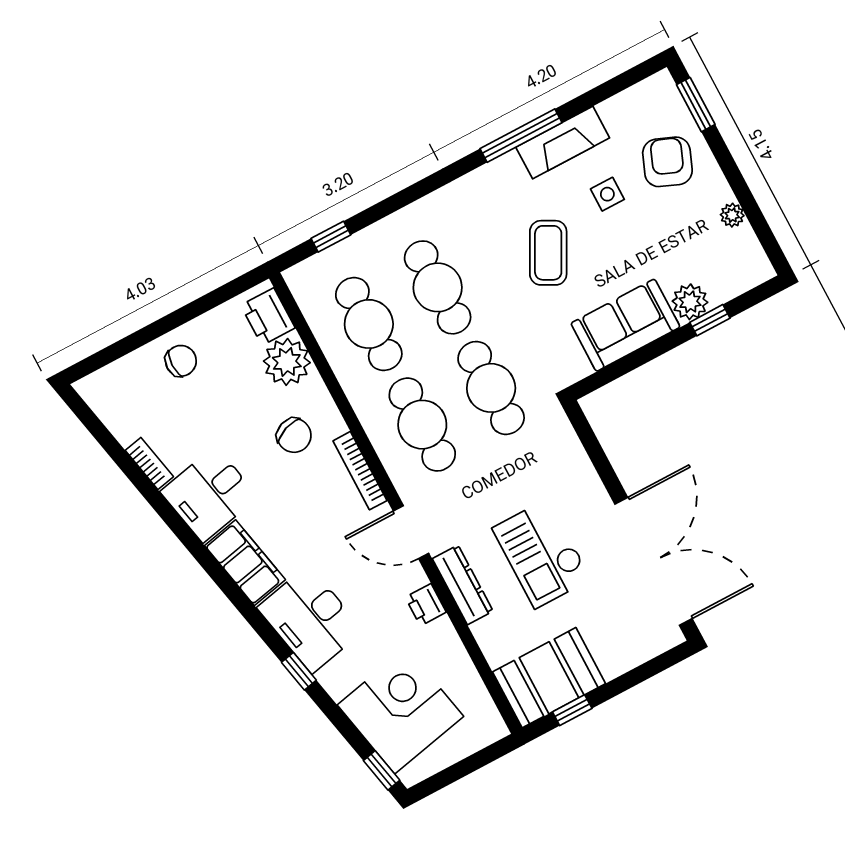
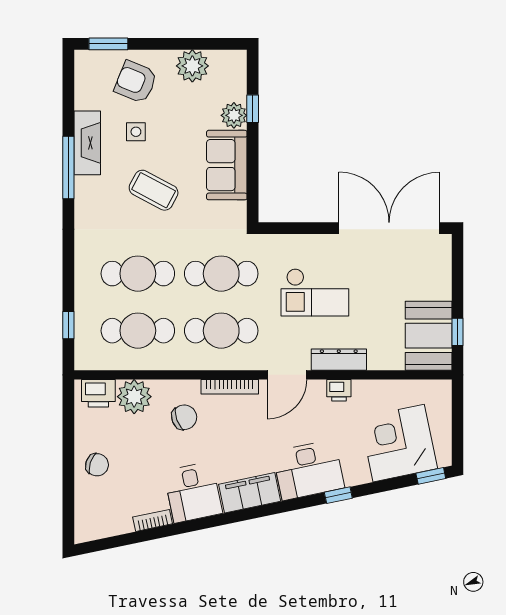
plant: (732, 215) -> (192, 66), width x1.88, depth x1.88
chair: (181, 361) -> (97, 465), turned 108
checkout: (542, 554) -> (315, 292), moved

